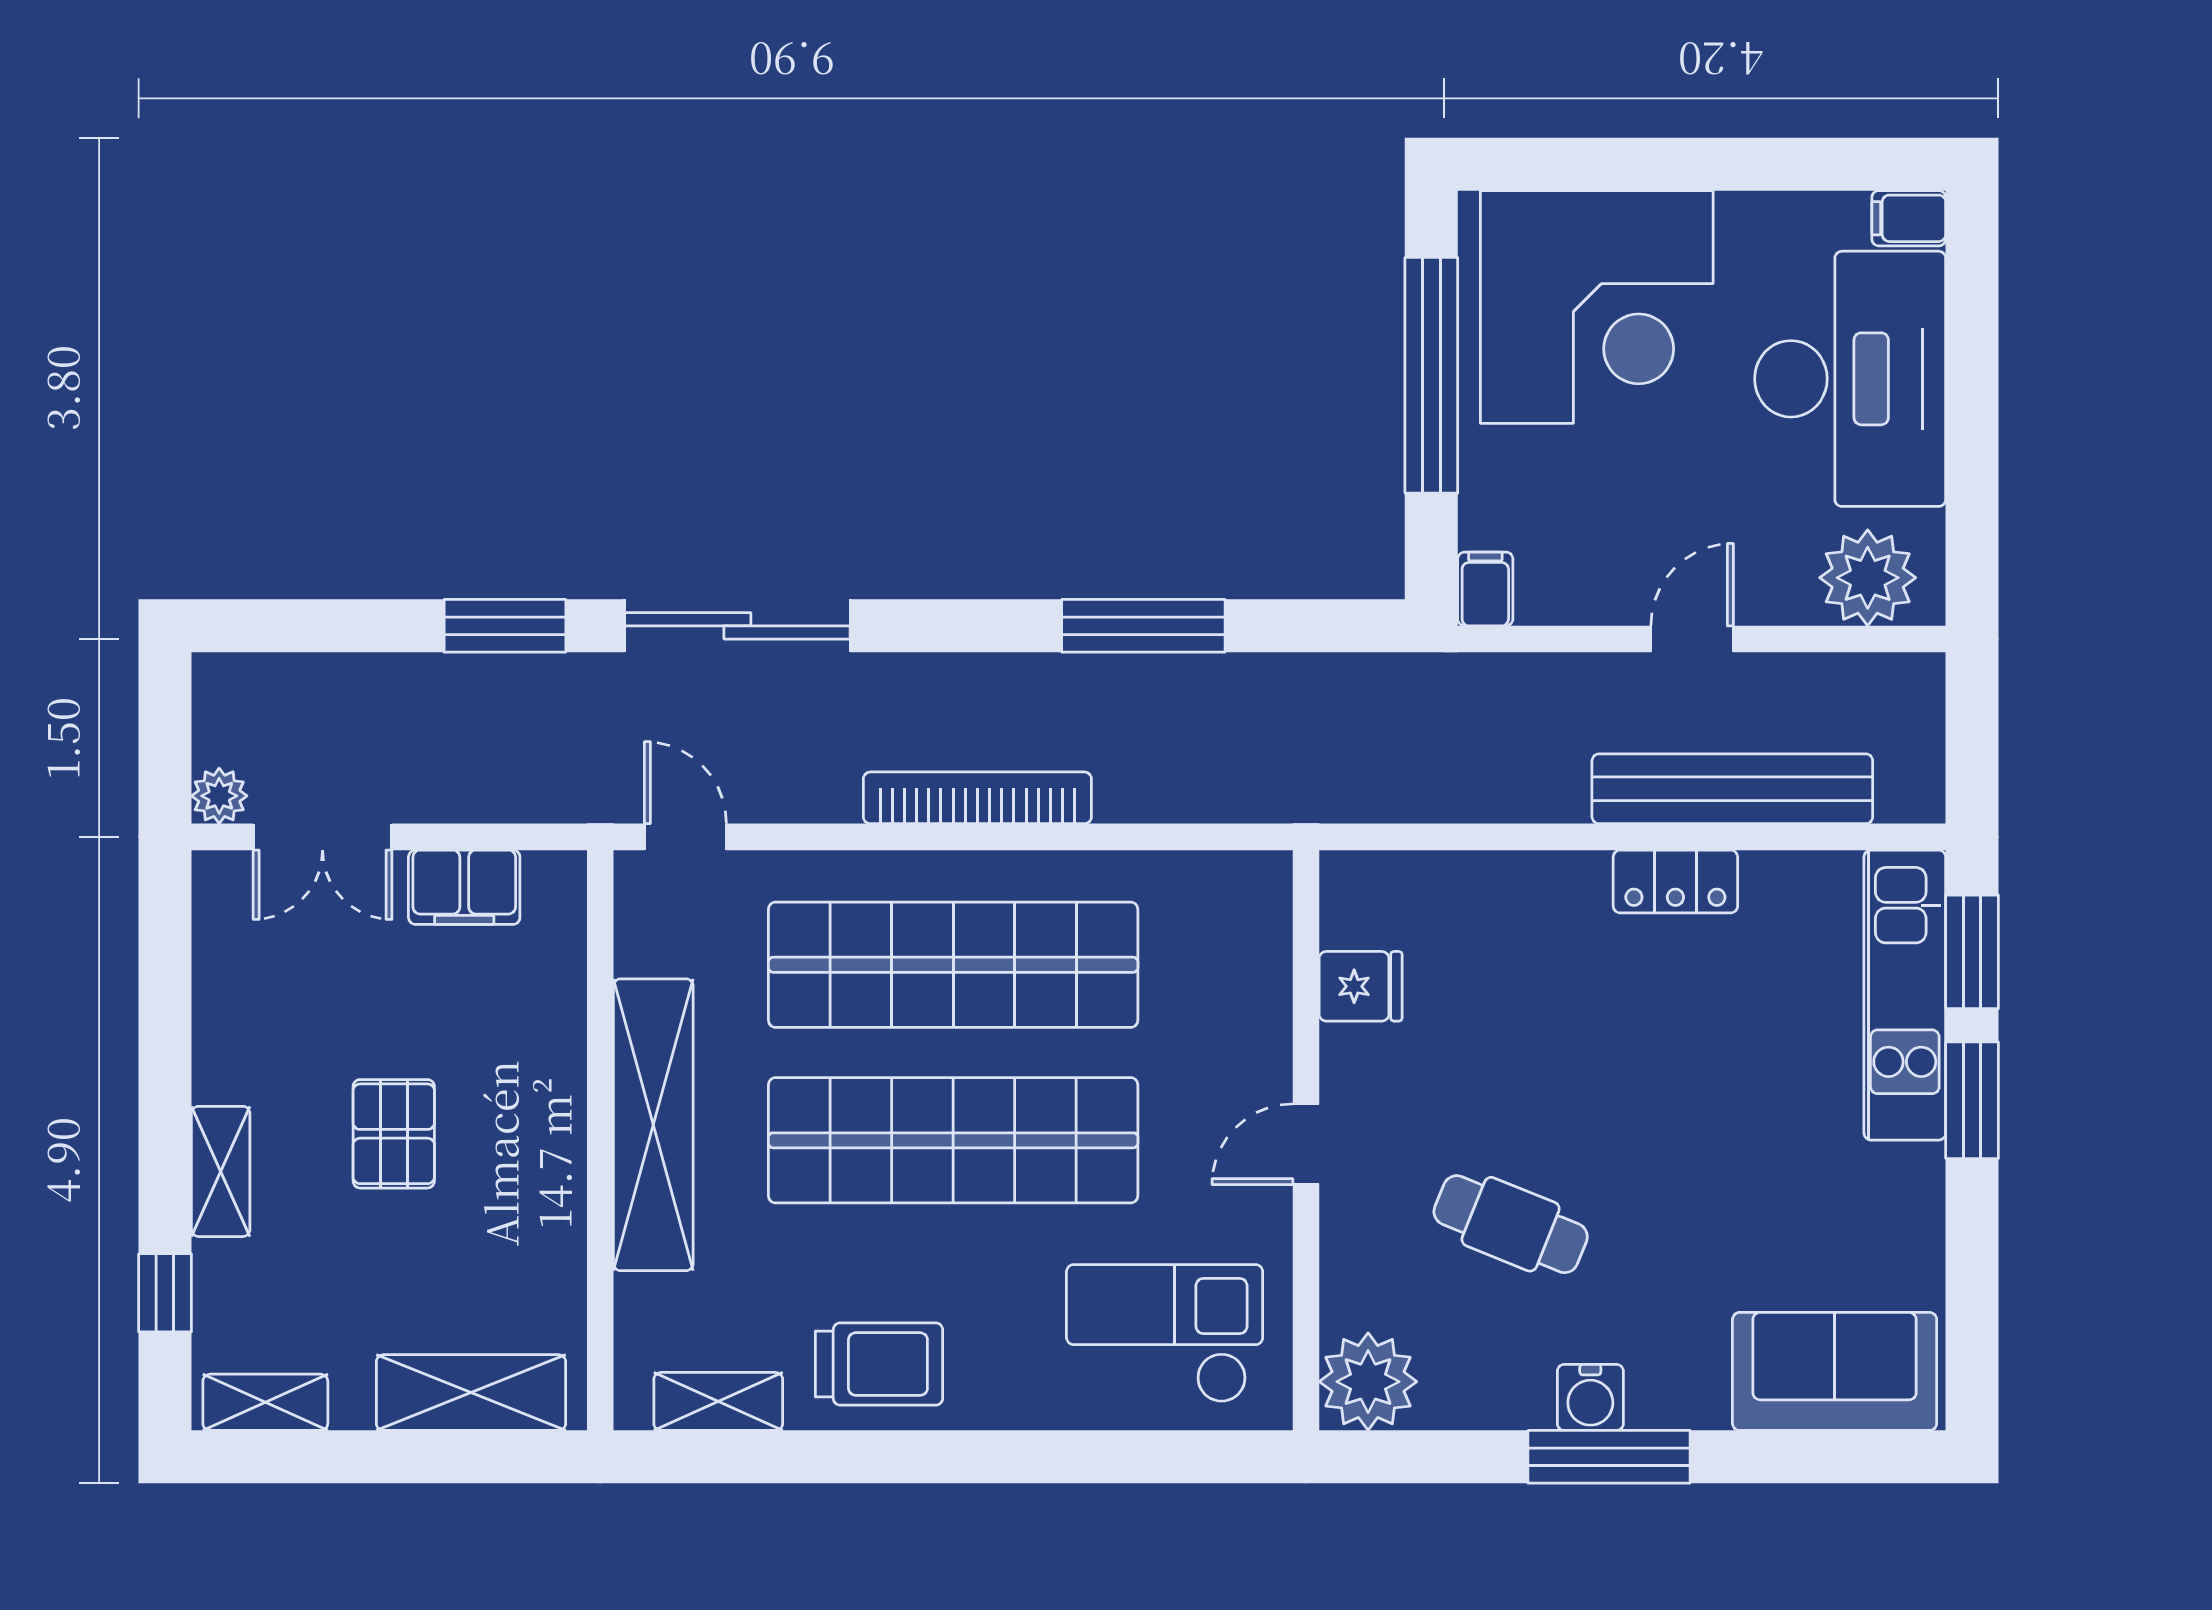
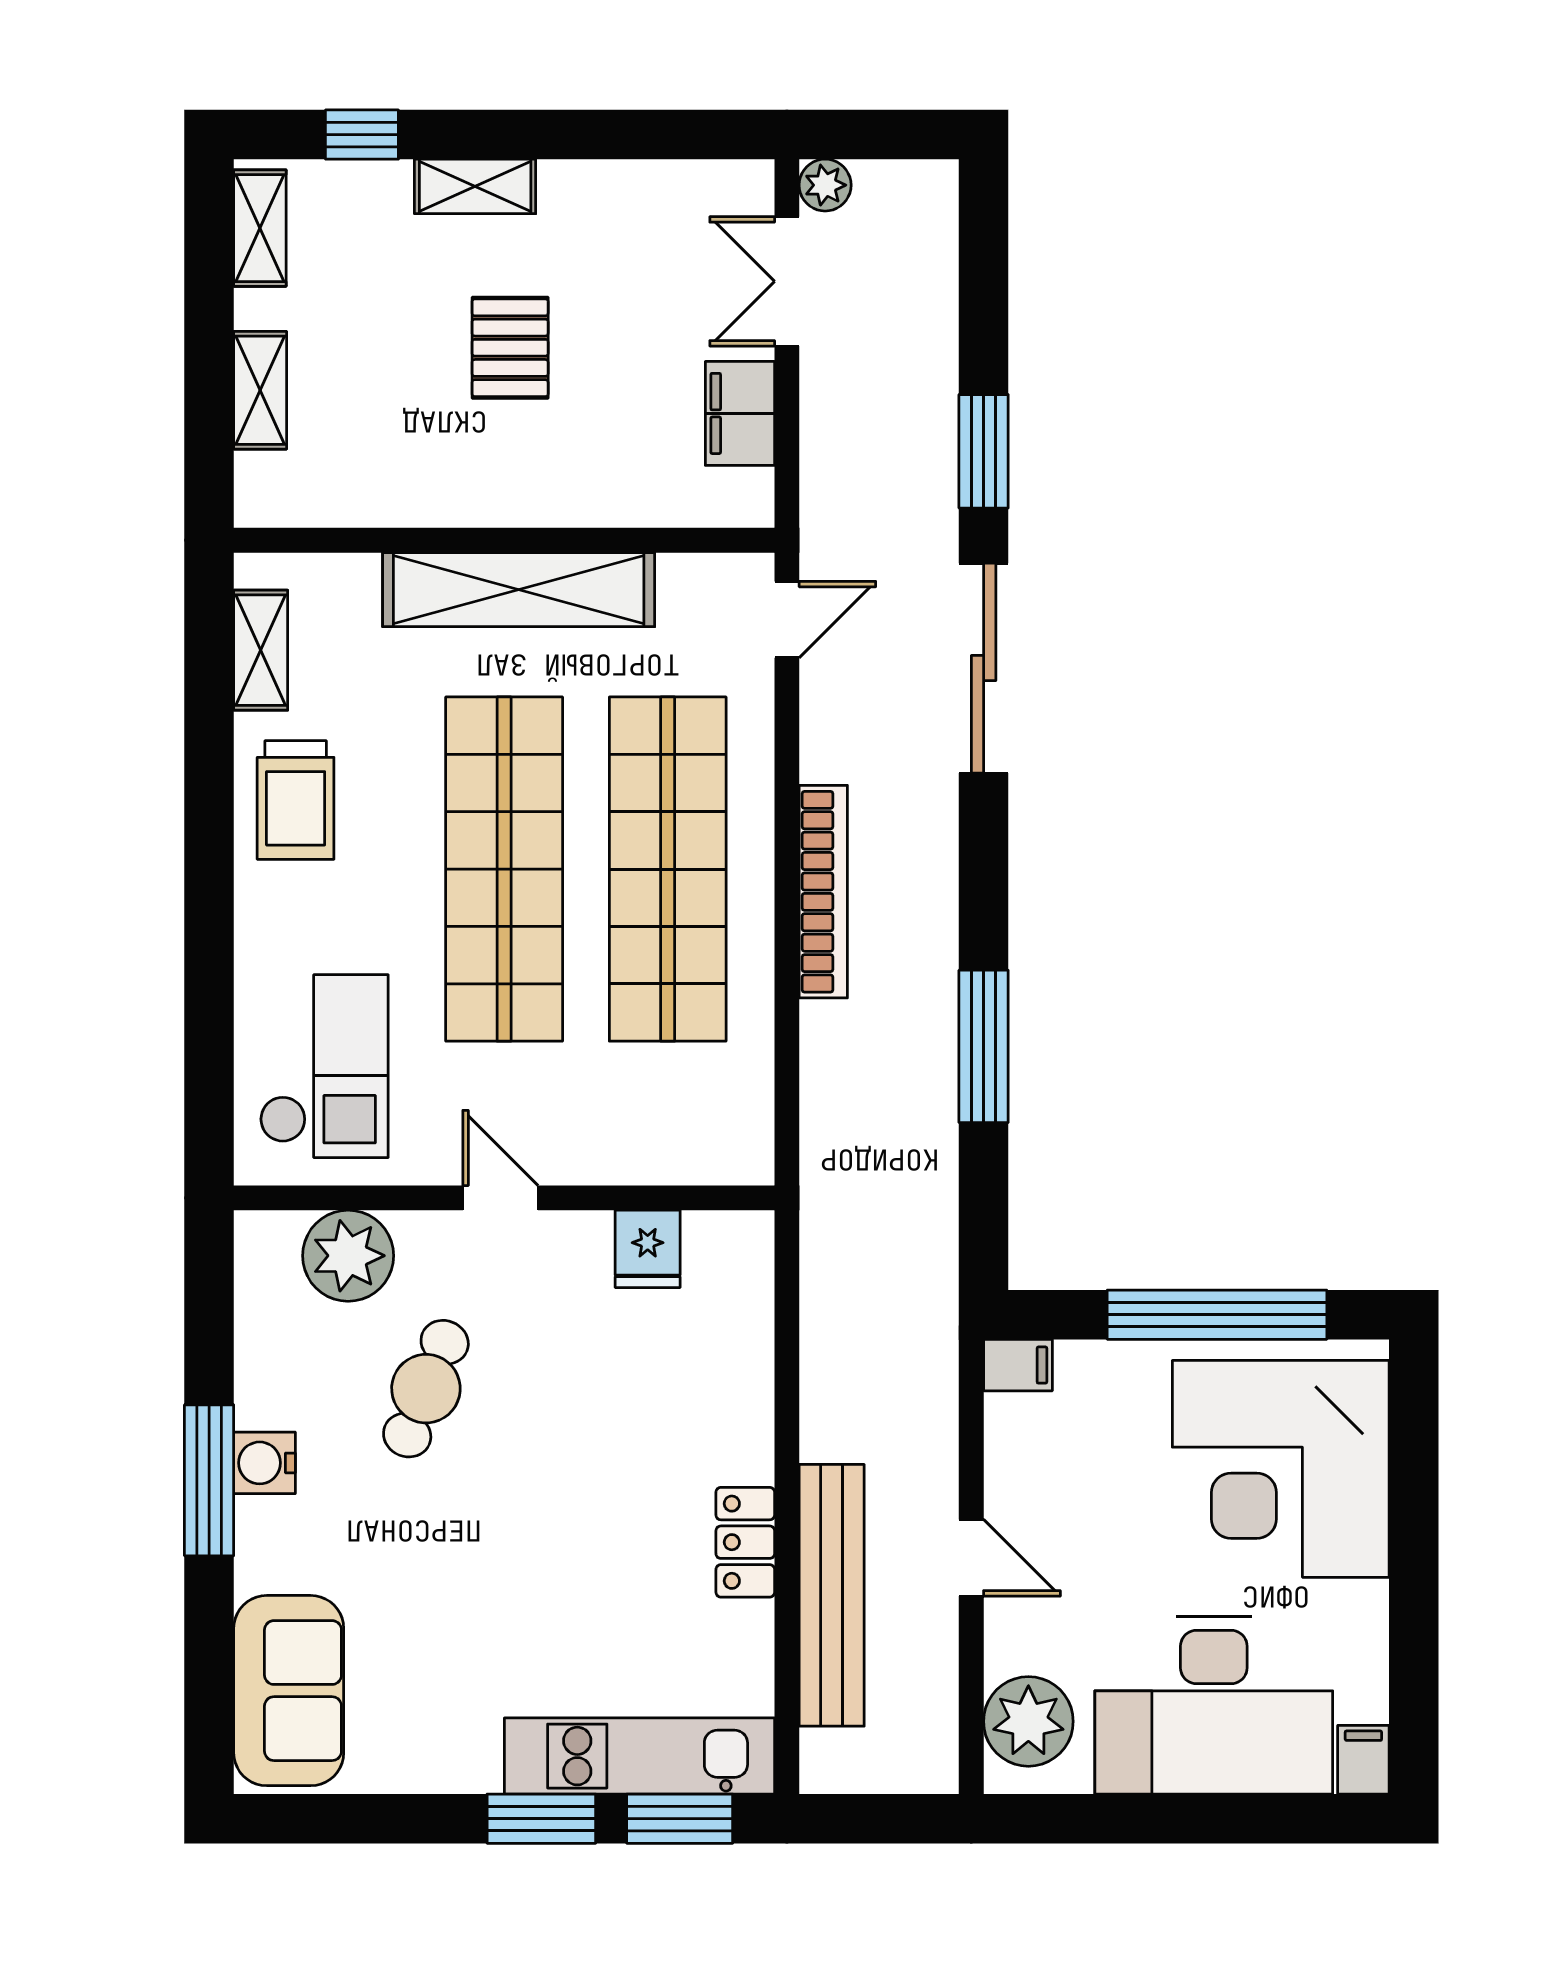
pallet: (394, 1134) -> (510, 348), turned 90
plant: (1368, 1382) -> (348, 1256), moved
shelving: (471, 1393) -> (260, 390), width x0.67, depth x0.75

